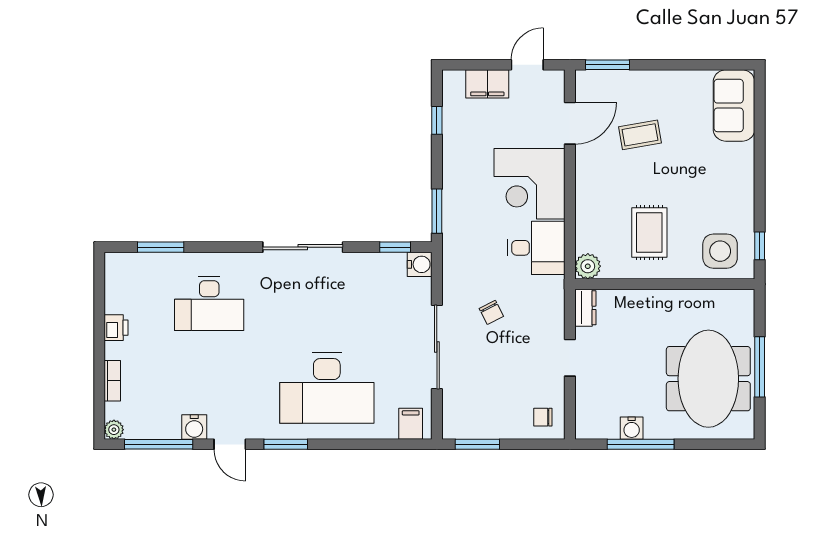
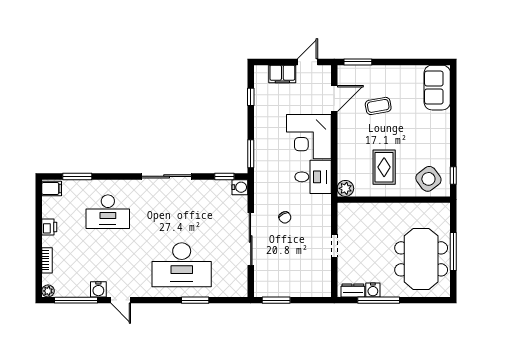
side table: (720, 251) -> (428, 179), turned -37
dresser: (585, 308) -> (353, 290), moved, turned -90
chair: (543, 417) -> (317, 283), removed
filing cabinet: (411, 424) -> (52, 189), moved, turned 90
window: (286, 444) -> (195, 300), moved

